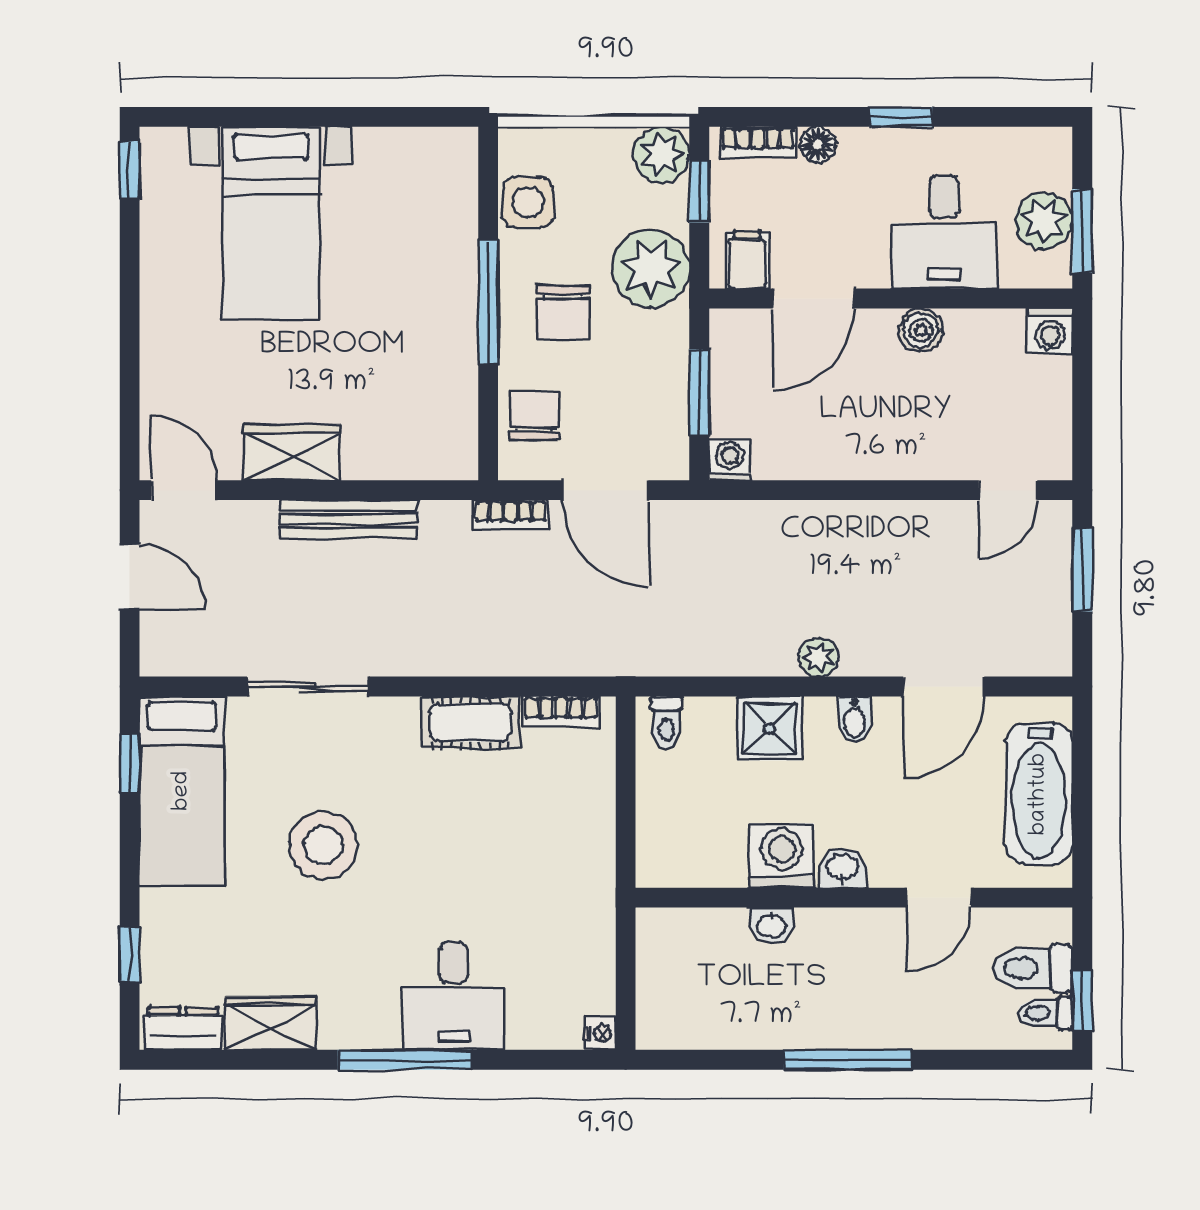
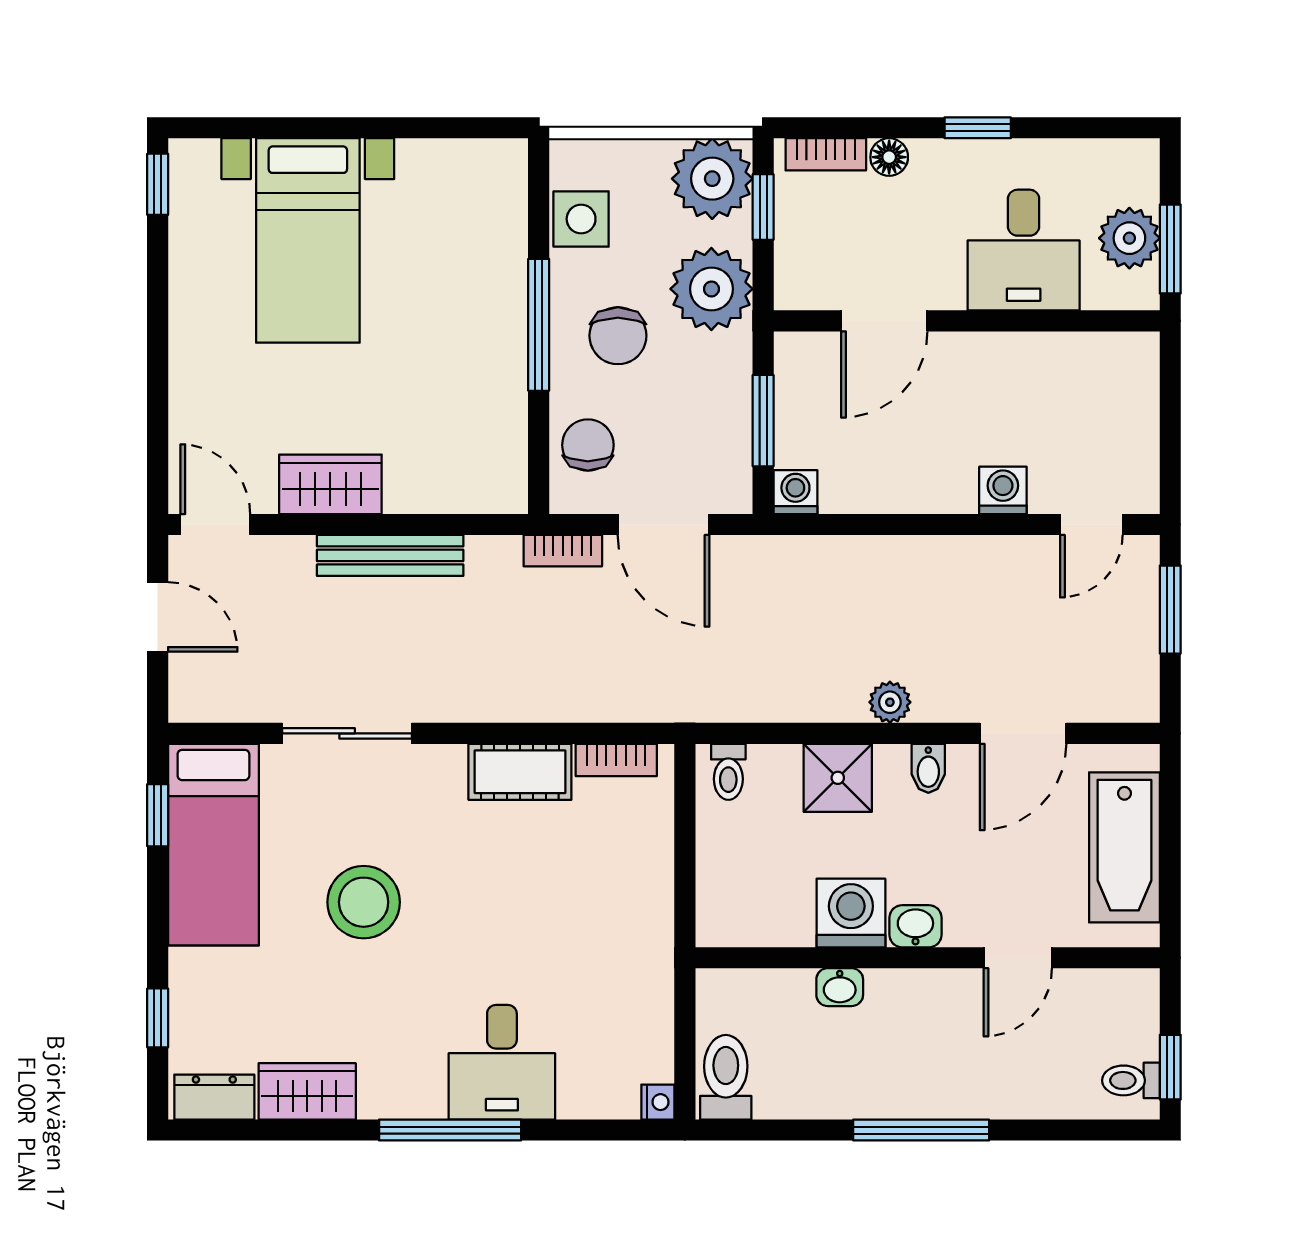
plant: (662, 155) -> (712, 179), width x1.36, depth x1.36
filing cabinet: (747, 260) -> (814, 280), removed
boiler: (921, 330) -> (998, 354), removed
washing machine: (1050, 331) -> (1003, 490), moved, turned 180
toilet: (1033, 968) -> (726, 1077), moved, turned 90

